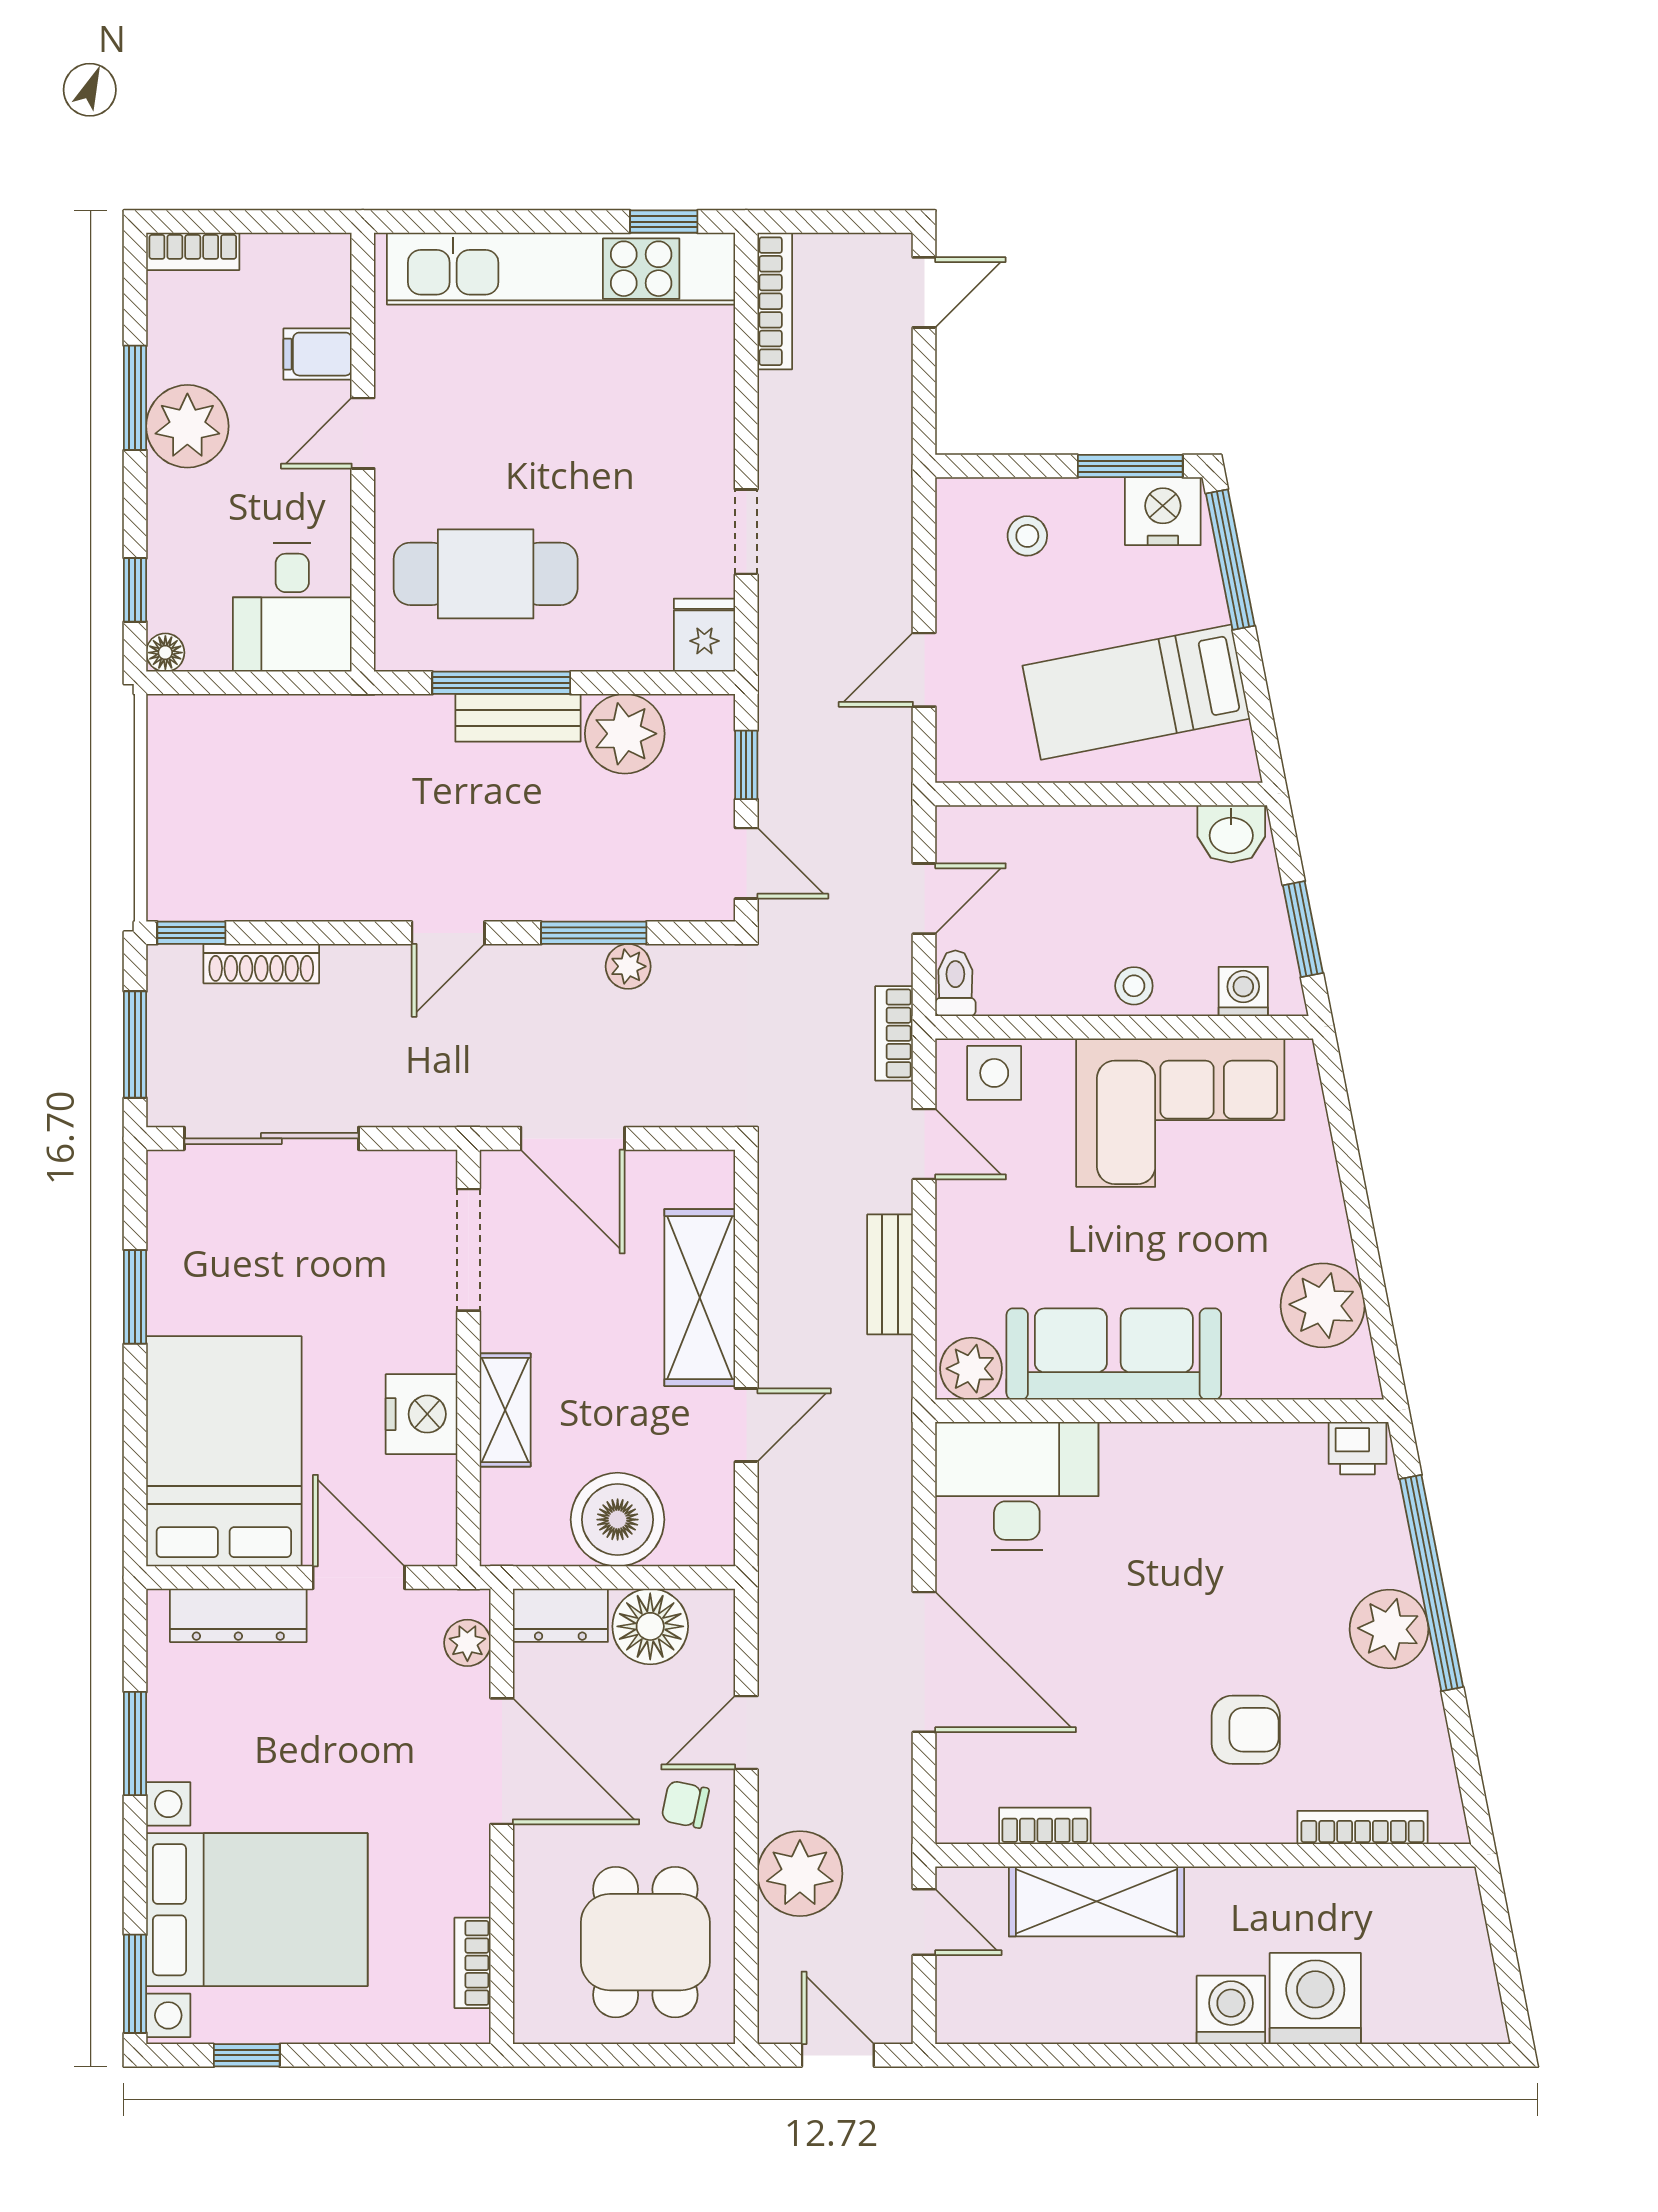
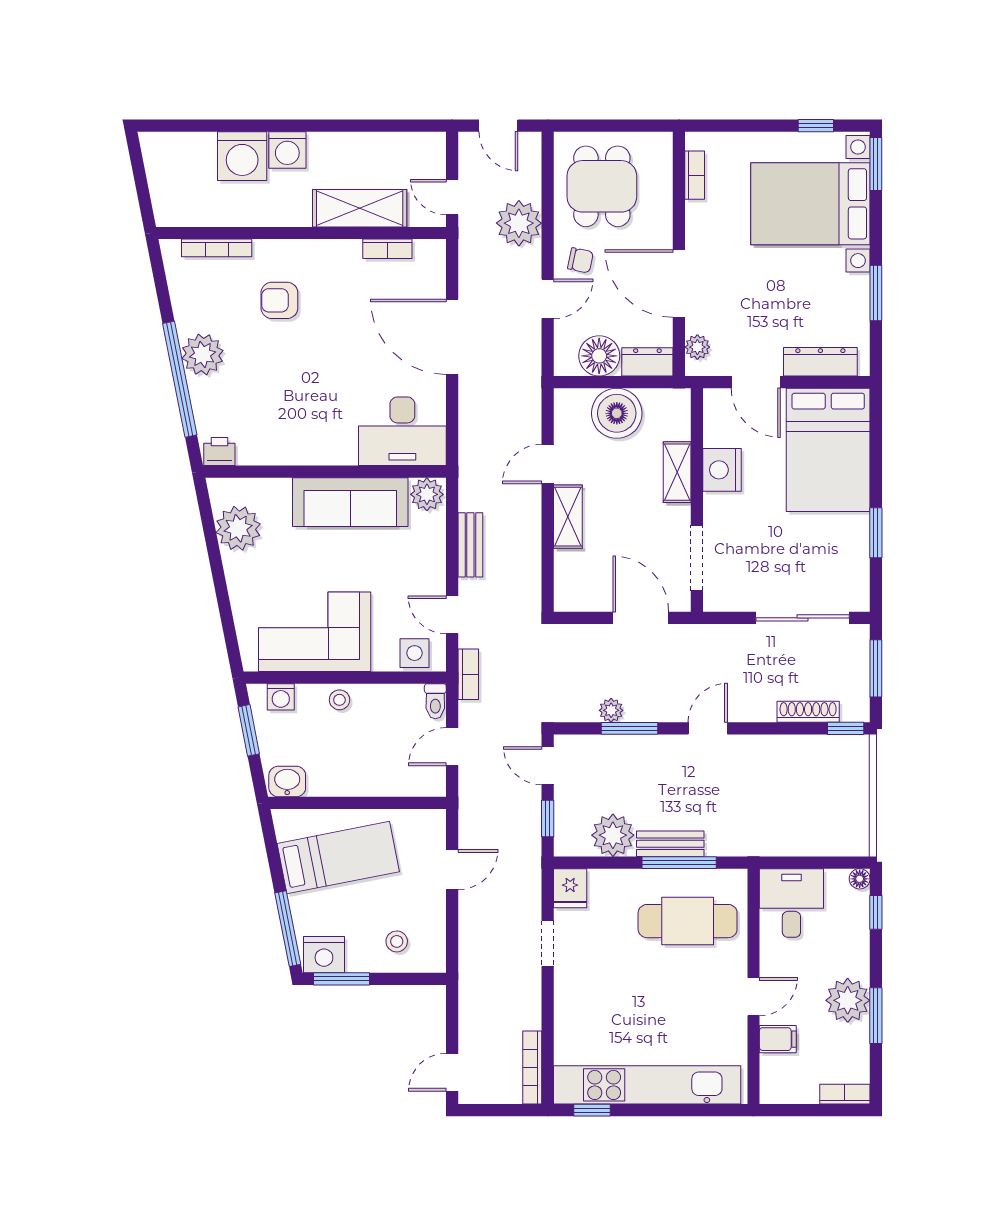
shelving: (700, 1298) -> (568, 517), width x0.67, depth x0.75

